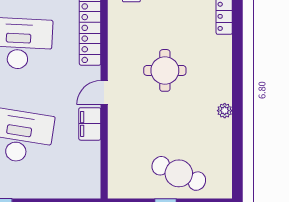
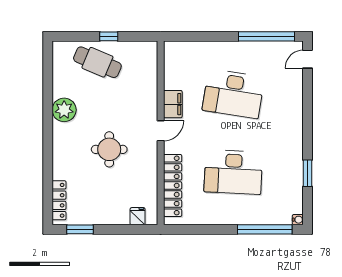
plant: (225, 111) -> (64, 110), width x1.87, depth x1.87

